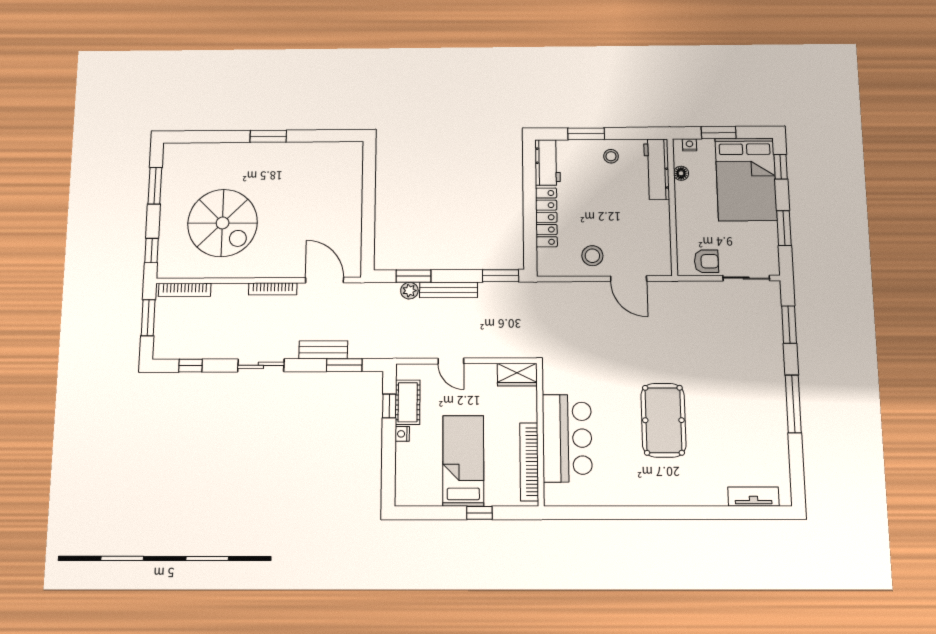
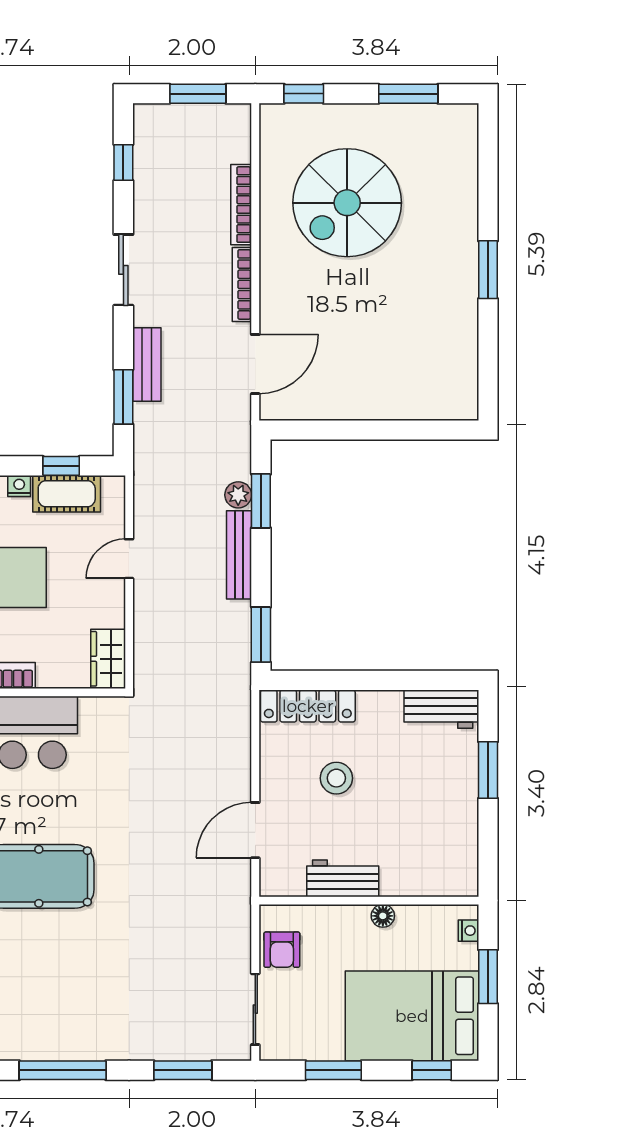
stool: (611, 156) -> (451, 808), removed
workbench: (657, 169) -> (343, 878), moved, width x0.73
floor lamp: (681, 173) -> (383, 916), moved
locker: (546, 217) -> (308, 706), moved
stool: (592, 256) -> (336, 778), moved
bookcase: (185, 290) -> (241, 205), moved

